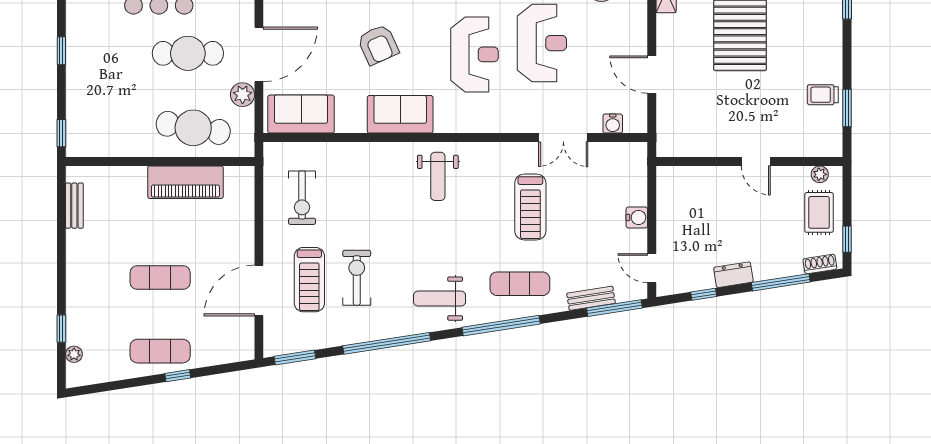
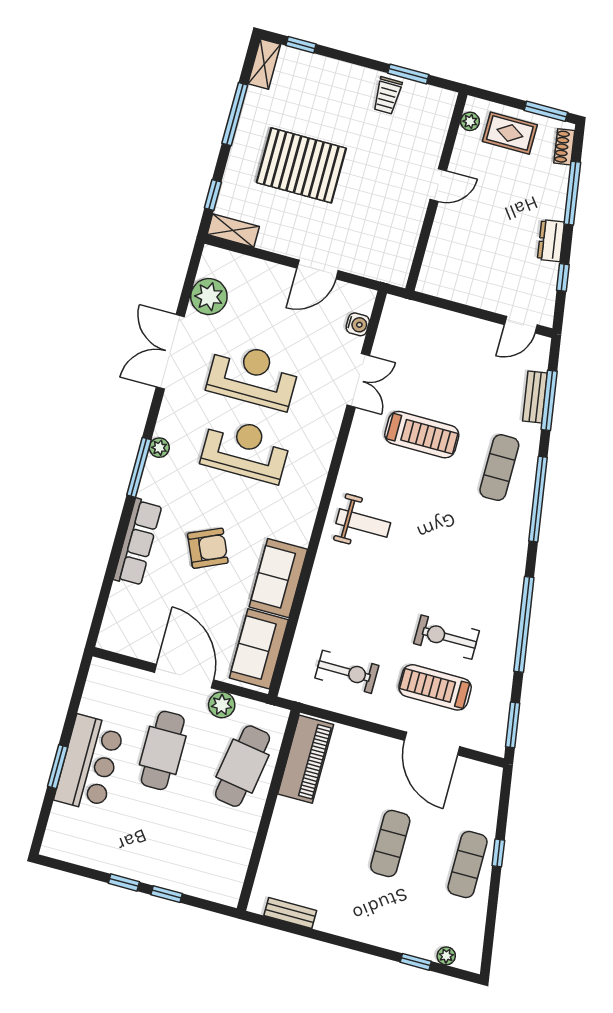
sofa: (400, 114) -> (278, 578), moved
window: (61, 133) -> (167, 894), moved
piano: (185, 182) -> (306, 759), moved
water cooler: (637, 217) -> (463, 326), removed
window: (847, 239) -> (546, 111), width x1.50
treadmill: (309, 280) -> (435, 687), turned 180
weight bench: (440, 299) -> (492, 556), removed
window: (614, 308) -> (549, 400), moved

